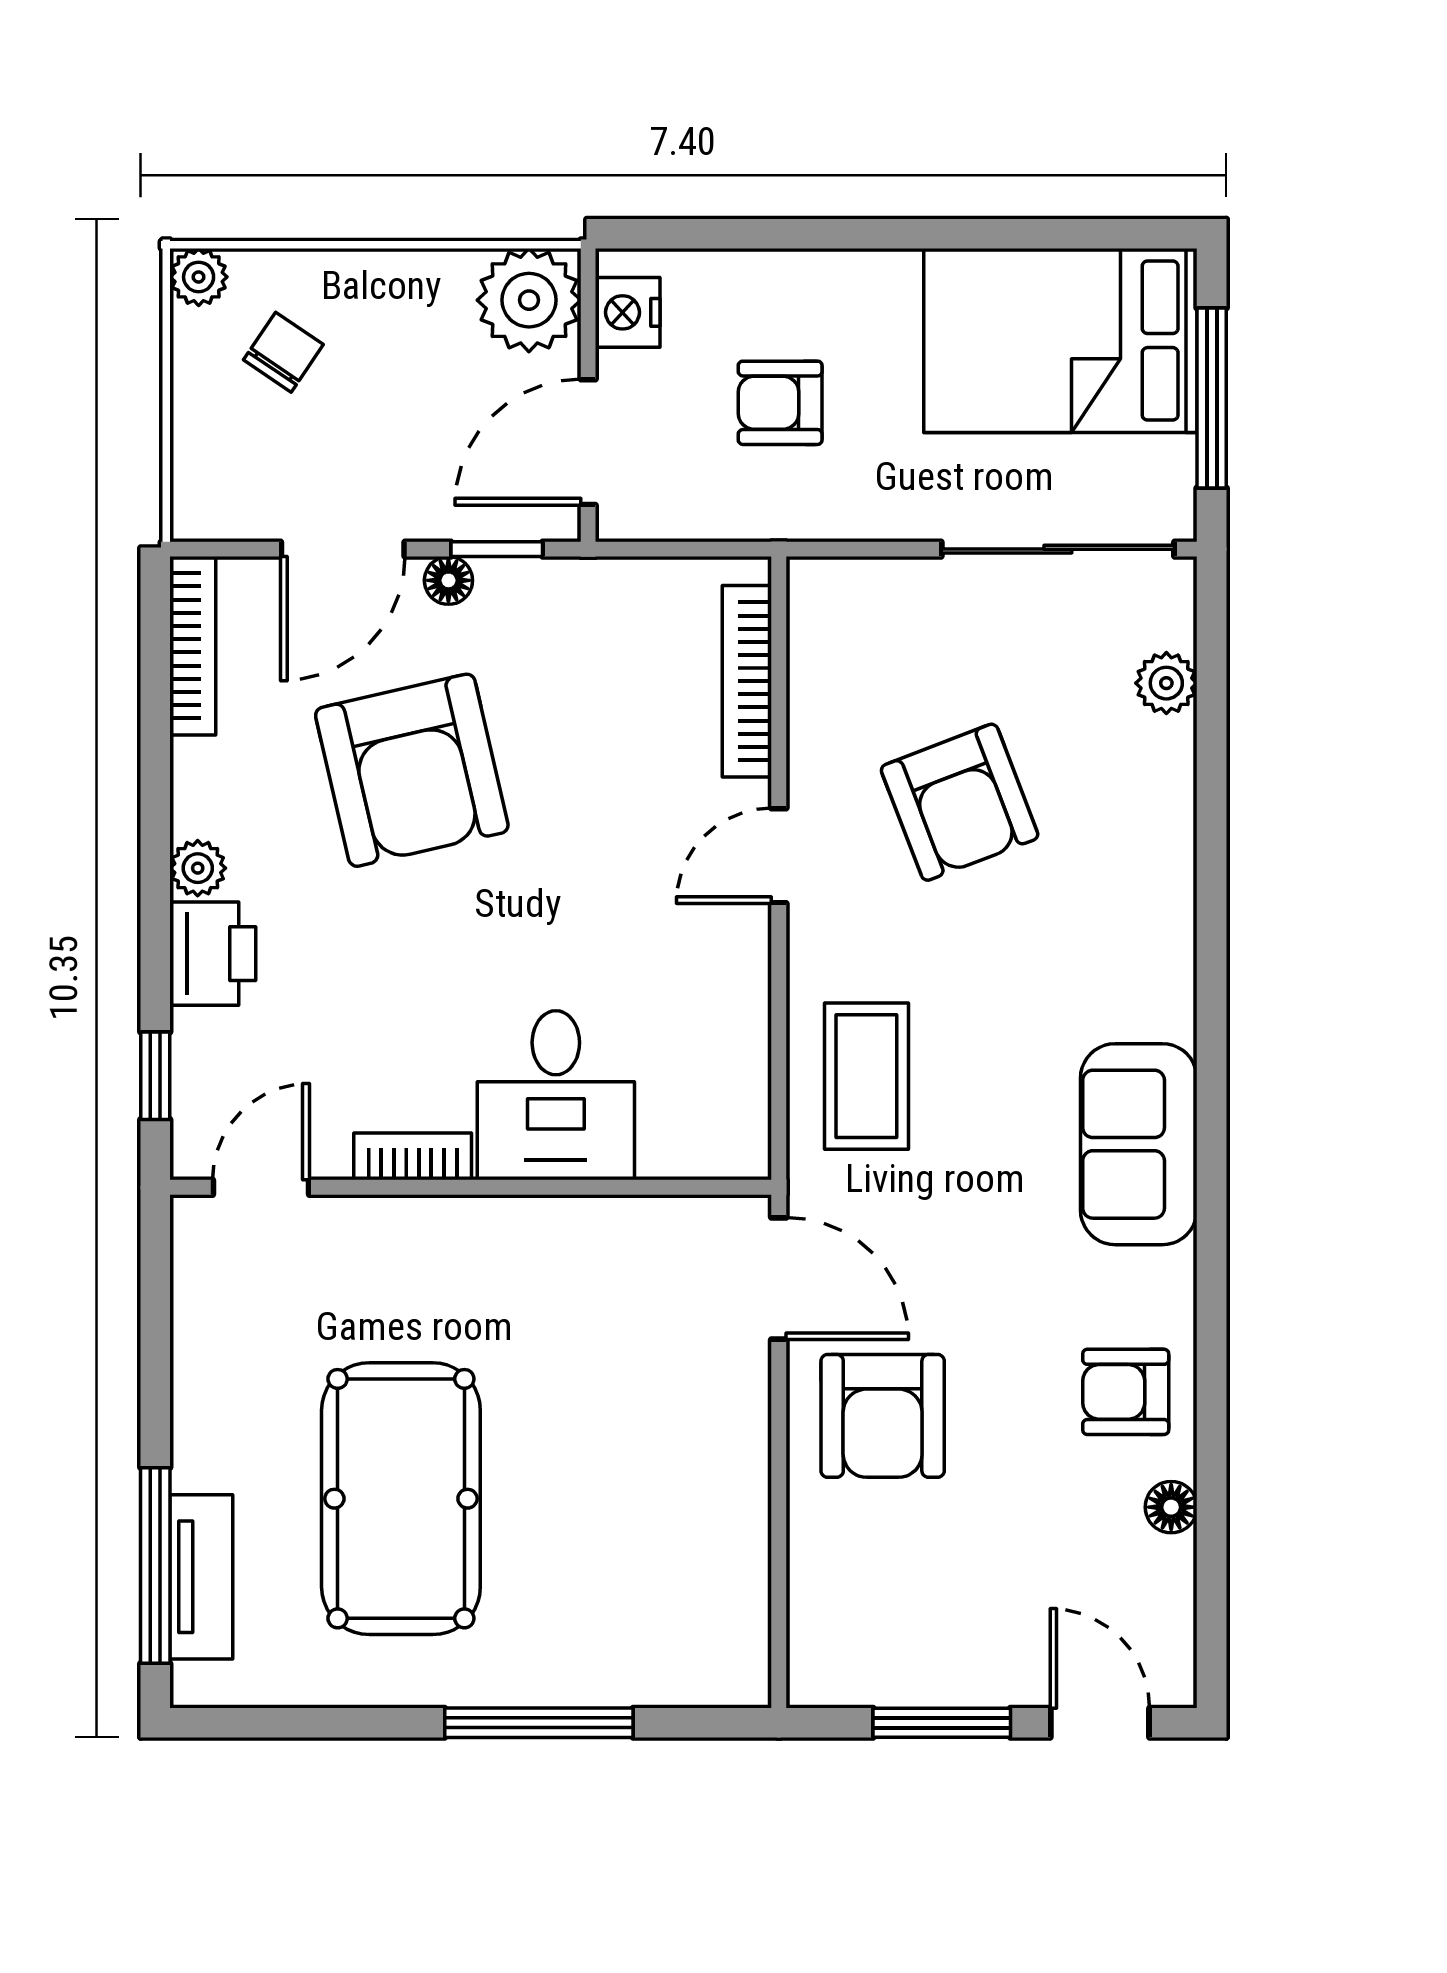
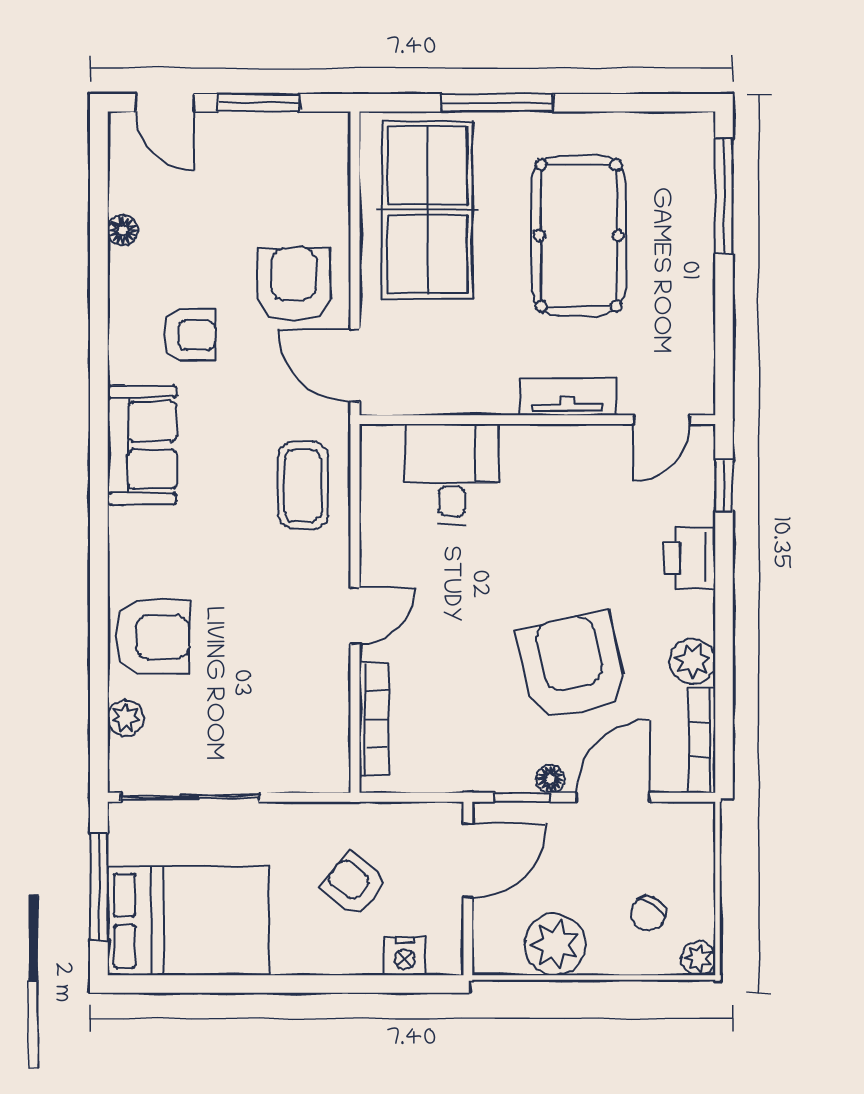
plant: (529, 300) -> (555, 945), moved
nightstand: (628, 312) -> (405, 956), moved, turned 90
armchair: (780, 403) -> (354, 884), turned -141
armchair: (960, 802) -> (152, 637), moved, turned 111
plant: (198, 868) -> (693, 661), moved, width x1.38, depth x1.38
desk: (556, 1095) -> (452, 474), moved
bookcase: (413, 1156) -> (572, 438), removed
armchair: (1126, 1392) -> (190, 335), moved
table tennis table: (657, 1542) -> (427, 210), added
tv unit: (201, 1577) -> (567, 397), moved, turned 90

